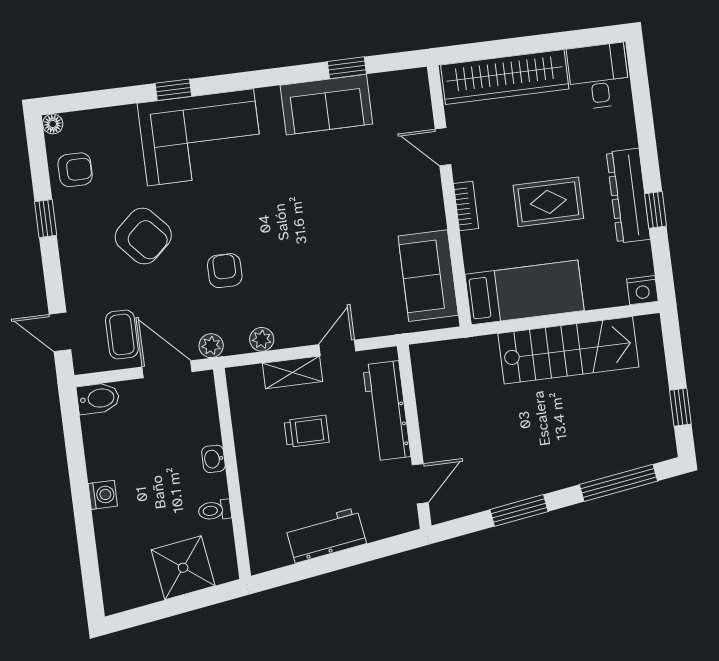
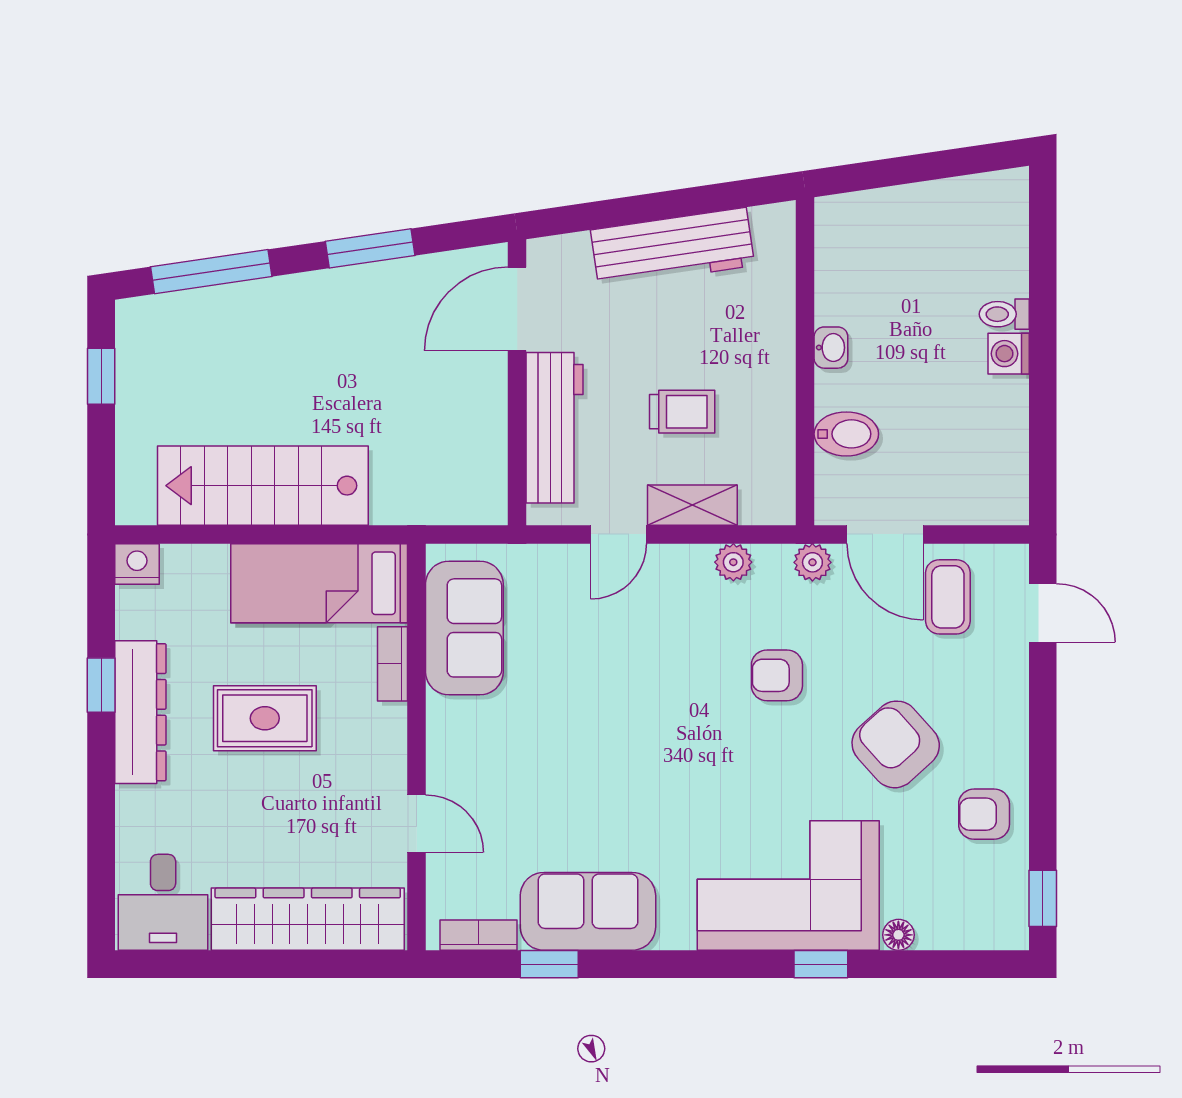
bookcase: (394, 81) -> (479, 935), added
floor lamp: (53, 124) -> (898, 935), moved
armchair: (75, 170) -> (984, 814), moved
bookcase: (466, 206) -> (393, 664), moved
window: (46, 219) -> (1043, 898), moved
armchair: (225, 271) -> (777, 675), turned 90
bidet: (98, 398) -> (846, 434), moved, turned 180
trolley: (307, 431) -> (682, 412), turned 180
washbasin: (213, 459) -> (831, 348), moved
door: (420, 484) -> (517, 309), width x1.38
toilet: (215, 510) -> (1004, 314), moved, turned 180
workbench: (326, 535) -> (673, 248), width x1.37
shower: (183, 568) -> (899, 226), removed

